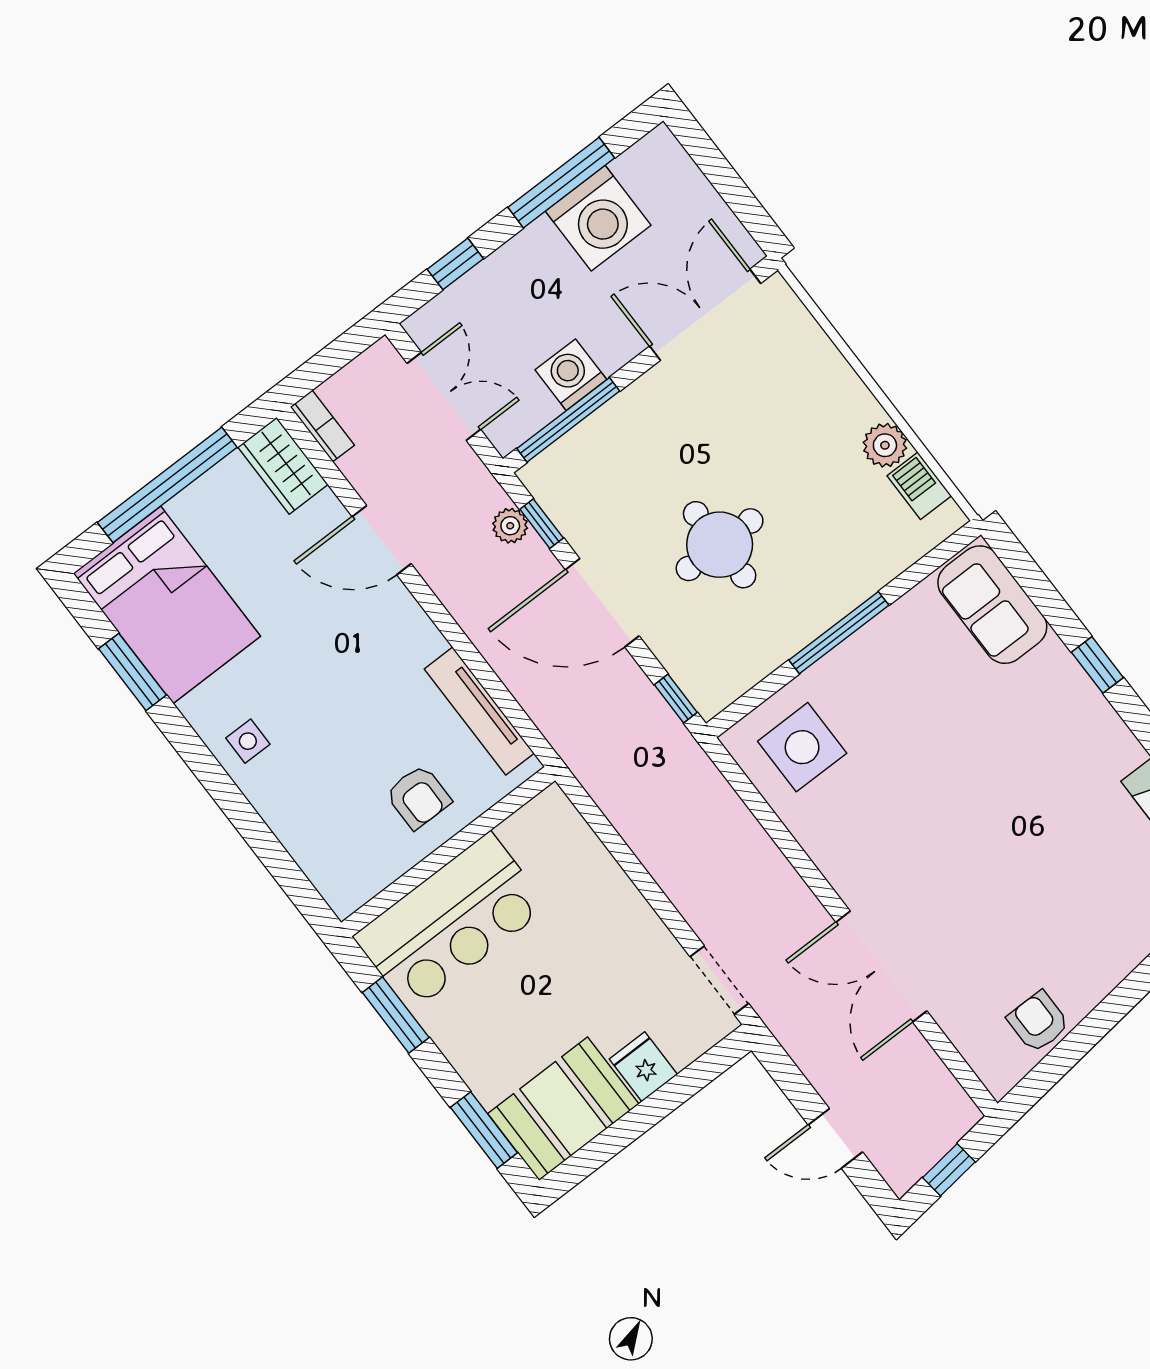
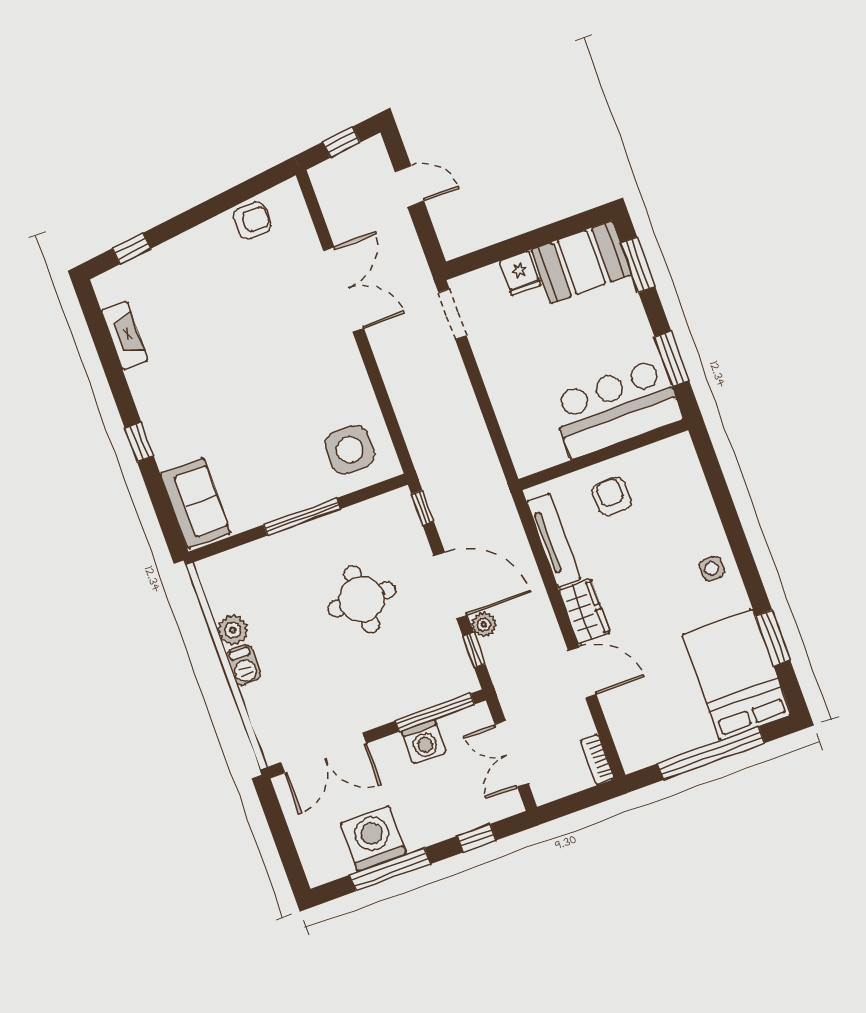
wardrobe: (283, 466) -> (584, 612), moved
barbecue: (919, 486) -> (244, 665), moved
plant: (510, 526) -> (484, 625), moved
armchair: (1038, 1022) -> (252, 221), turned -90

